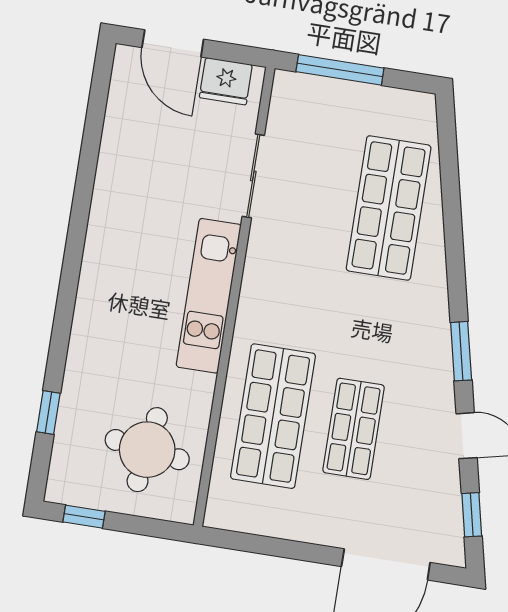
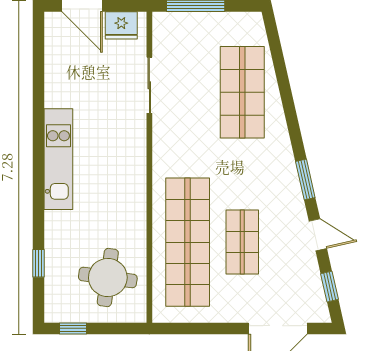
kitchen unit: (209, 296) -> (58, 159), moved, turned 180
shop shelf: (273, 416) -> (188, 242), width x1.40

